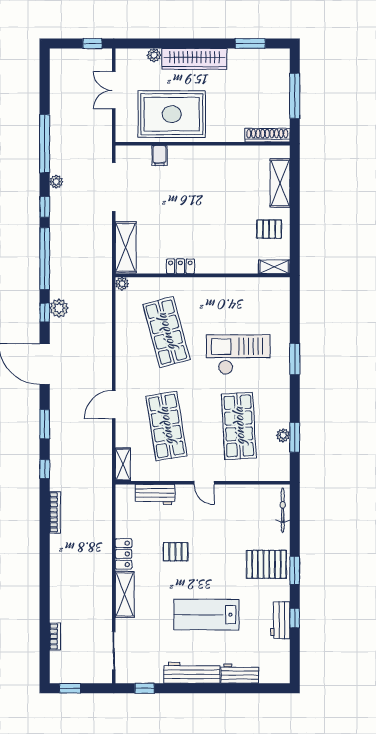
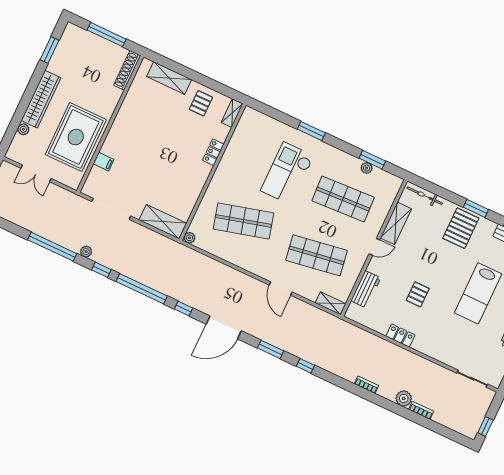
locker: (180, 266) -> (213, 152), moved
plant: (59, 308) -> (404, 399), moved
bookcase: (55, 512) -> (366, 385), moved, width x0.64
shelving: (125, 594) -> (396, 223), moved, turned 90
bookcase: (55, 636) -> (421, 410), moved

